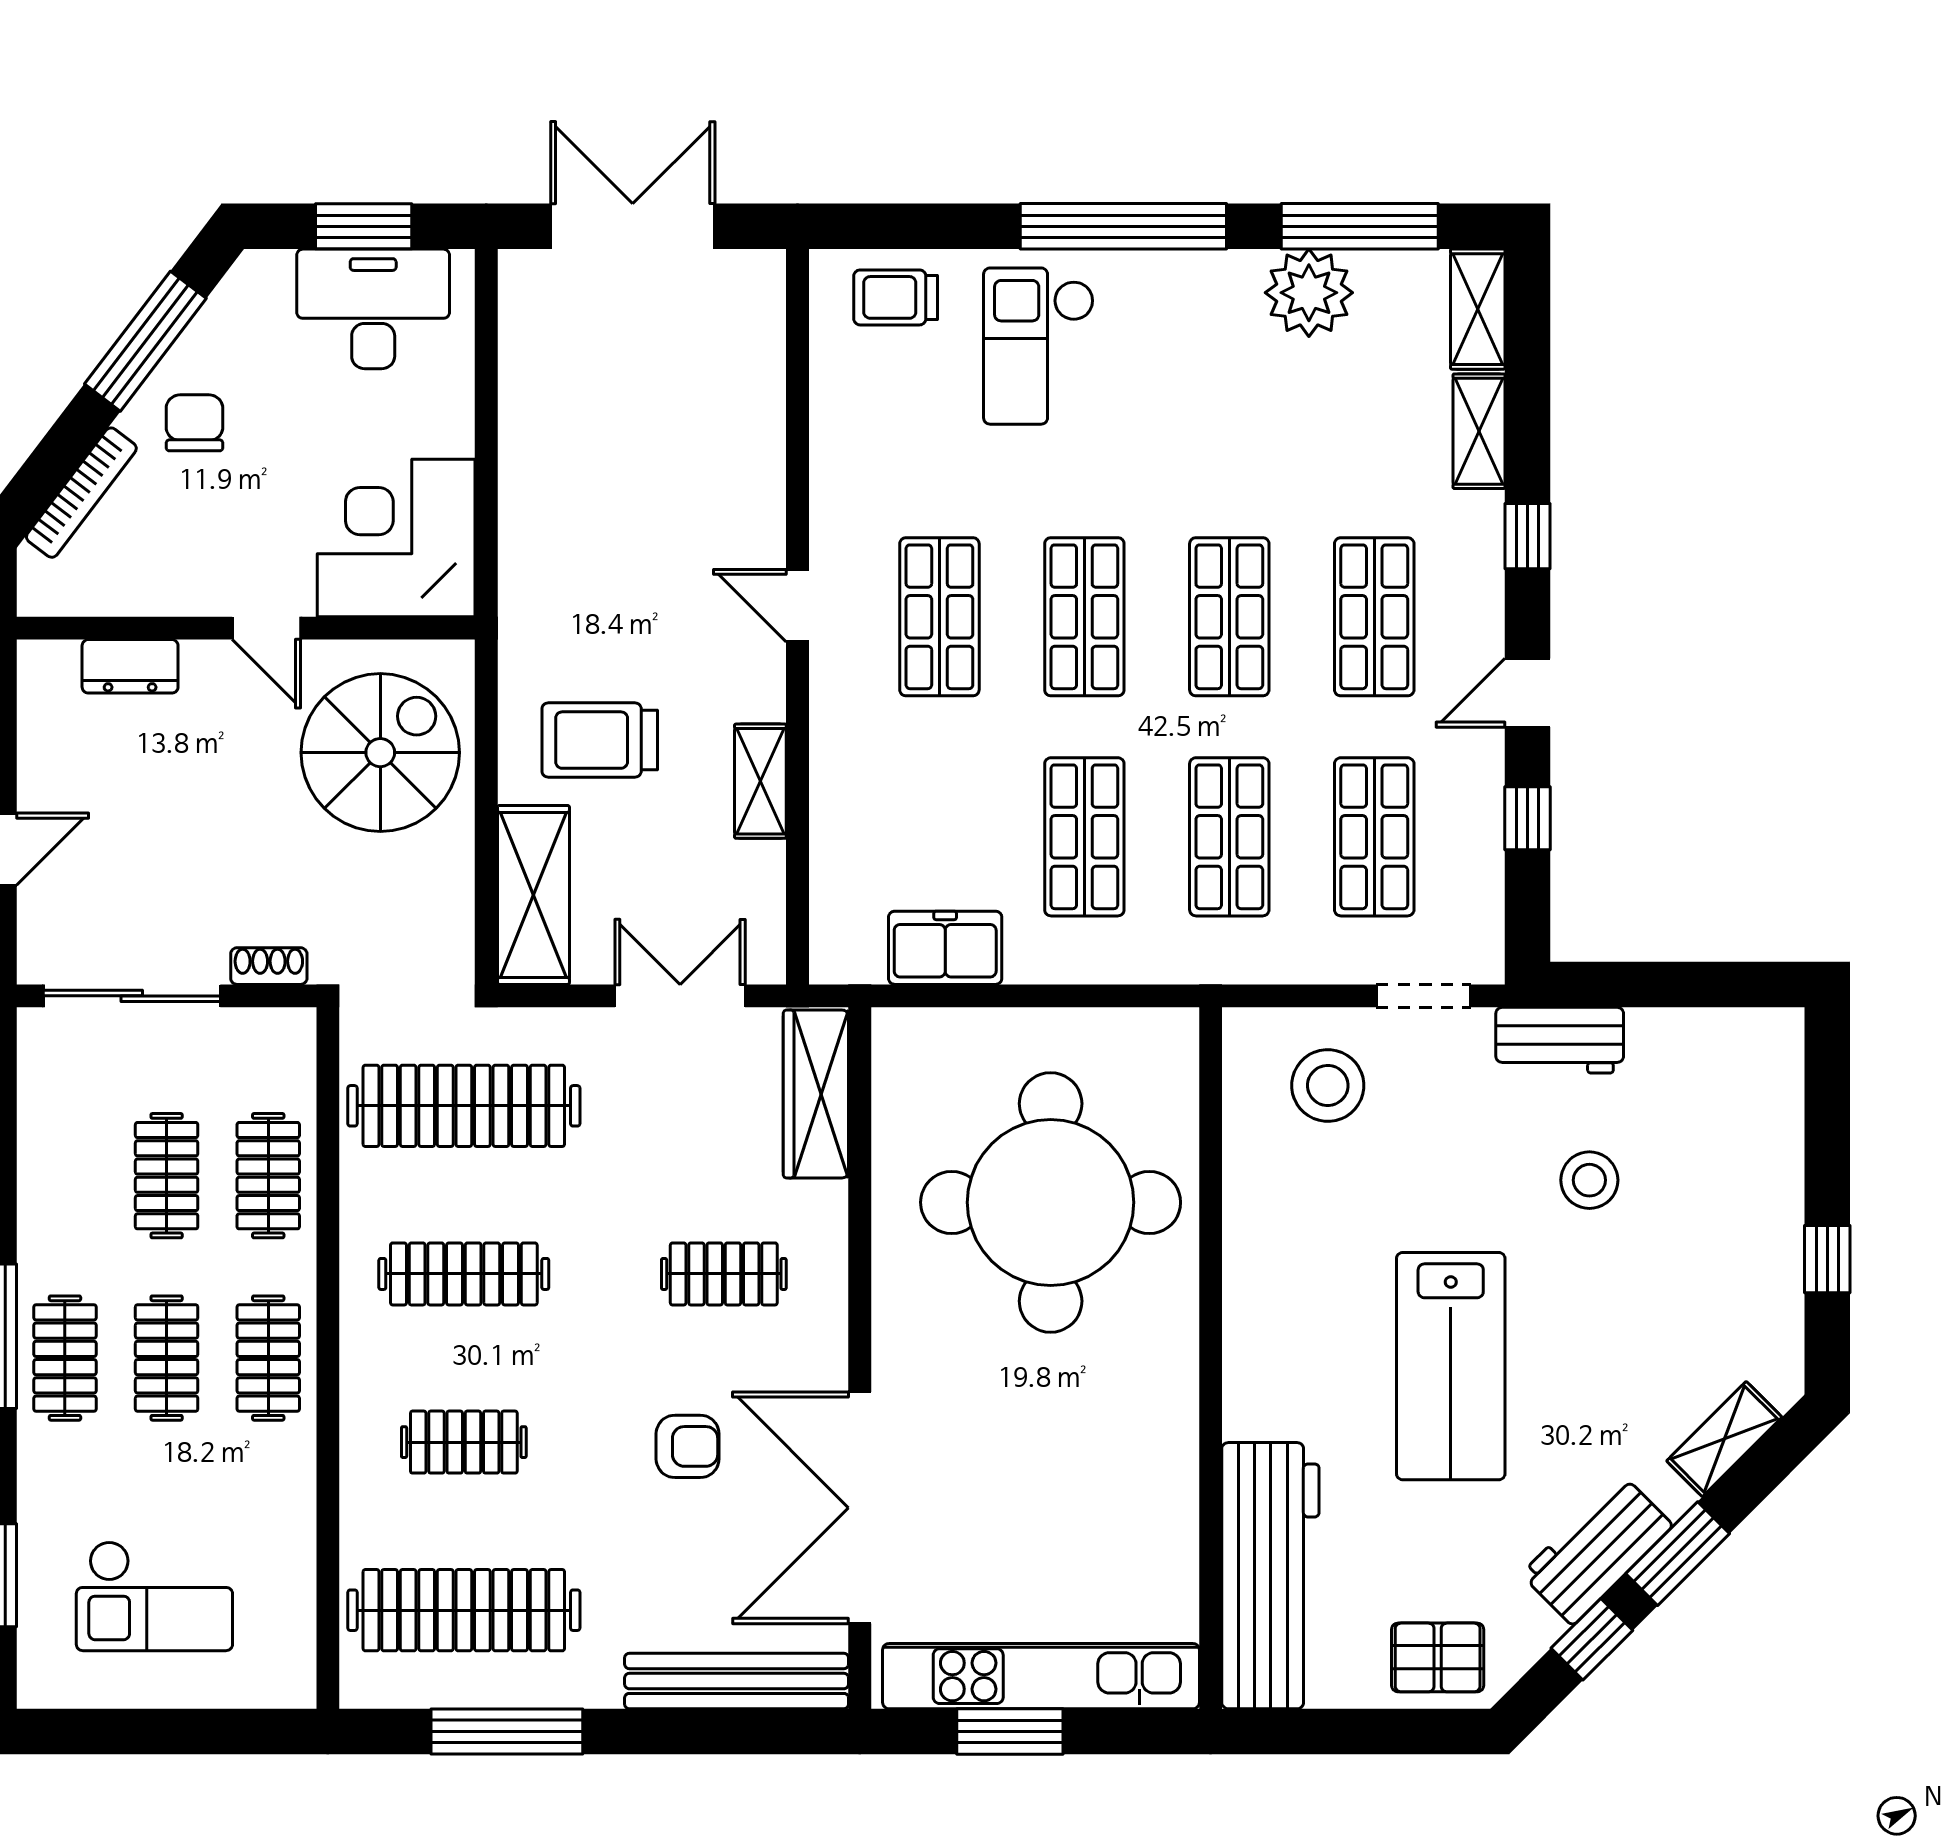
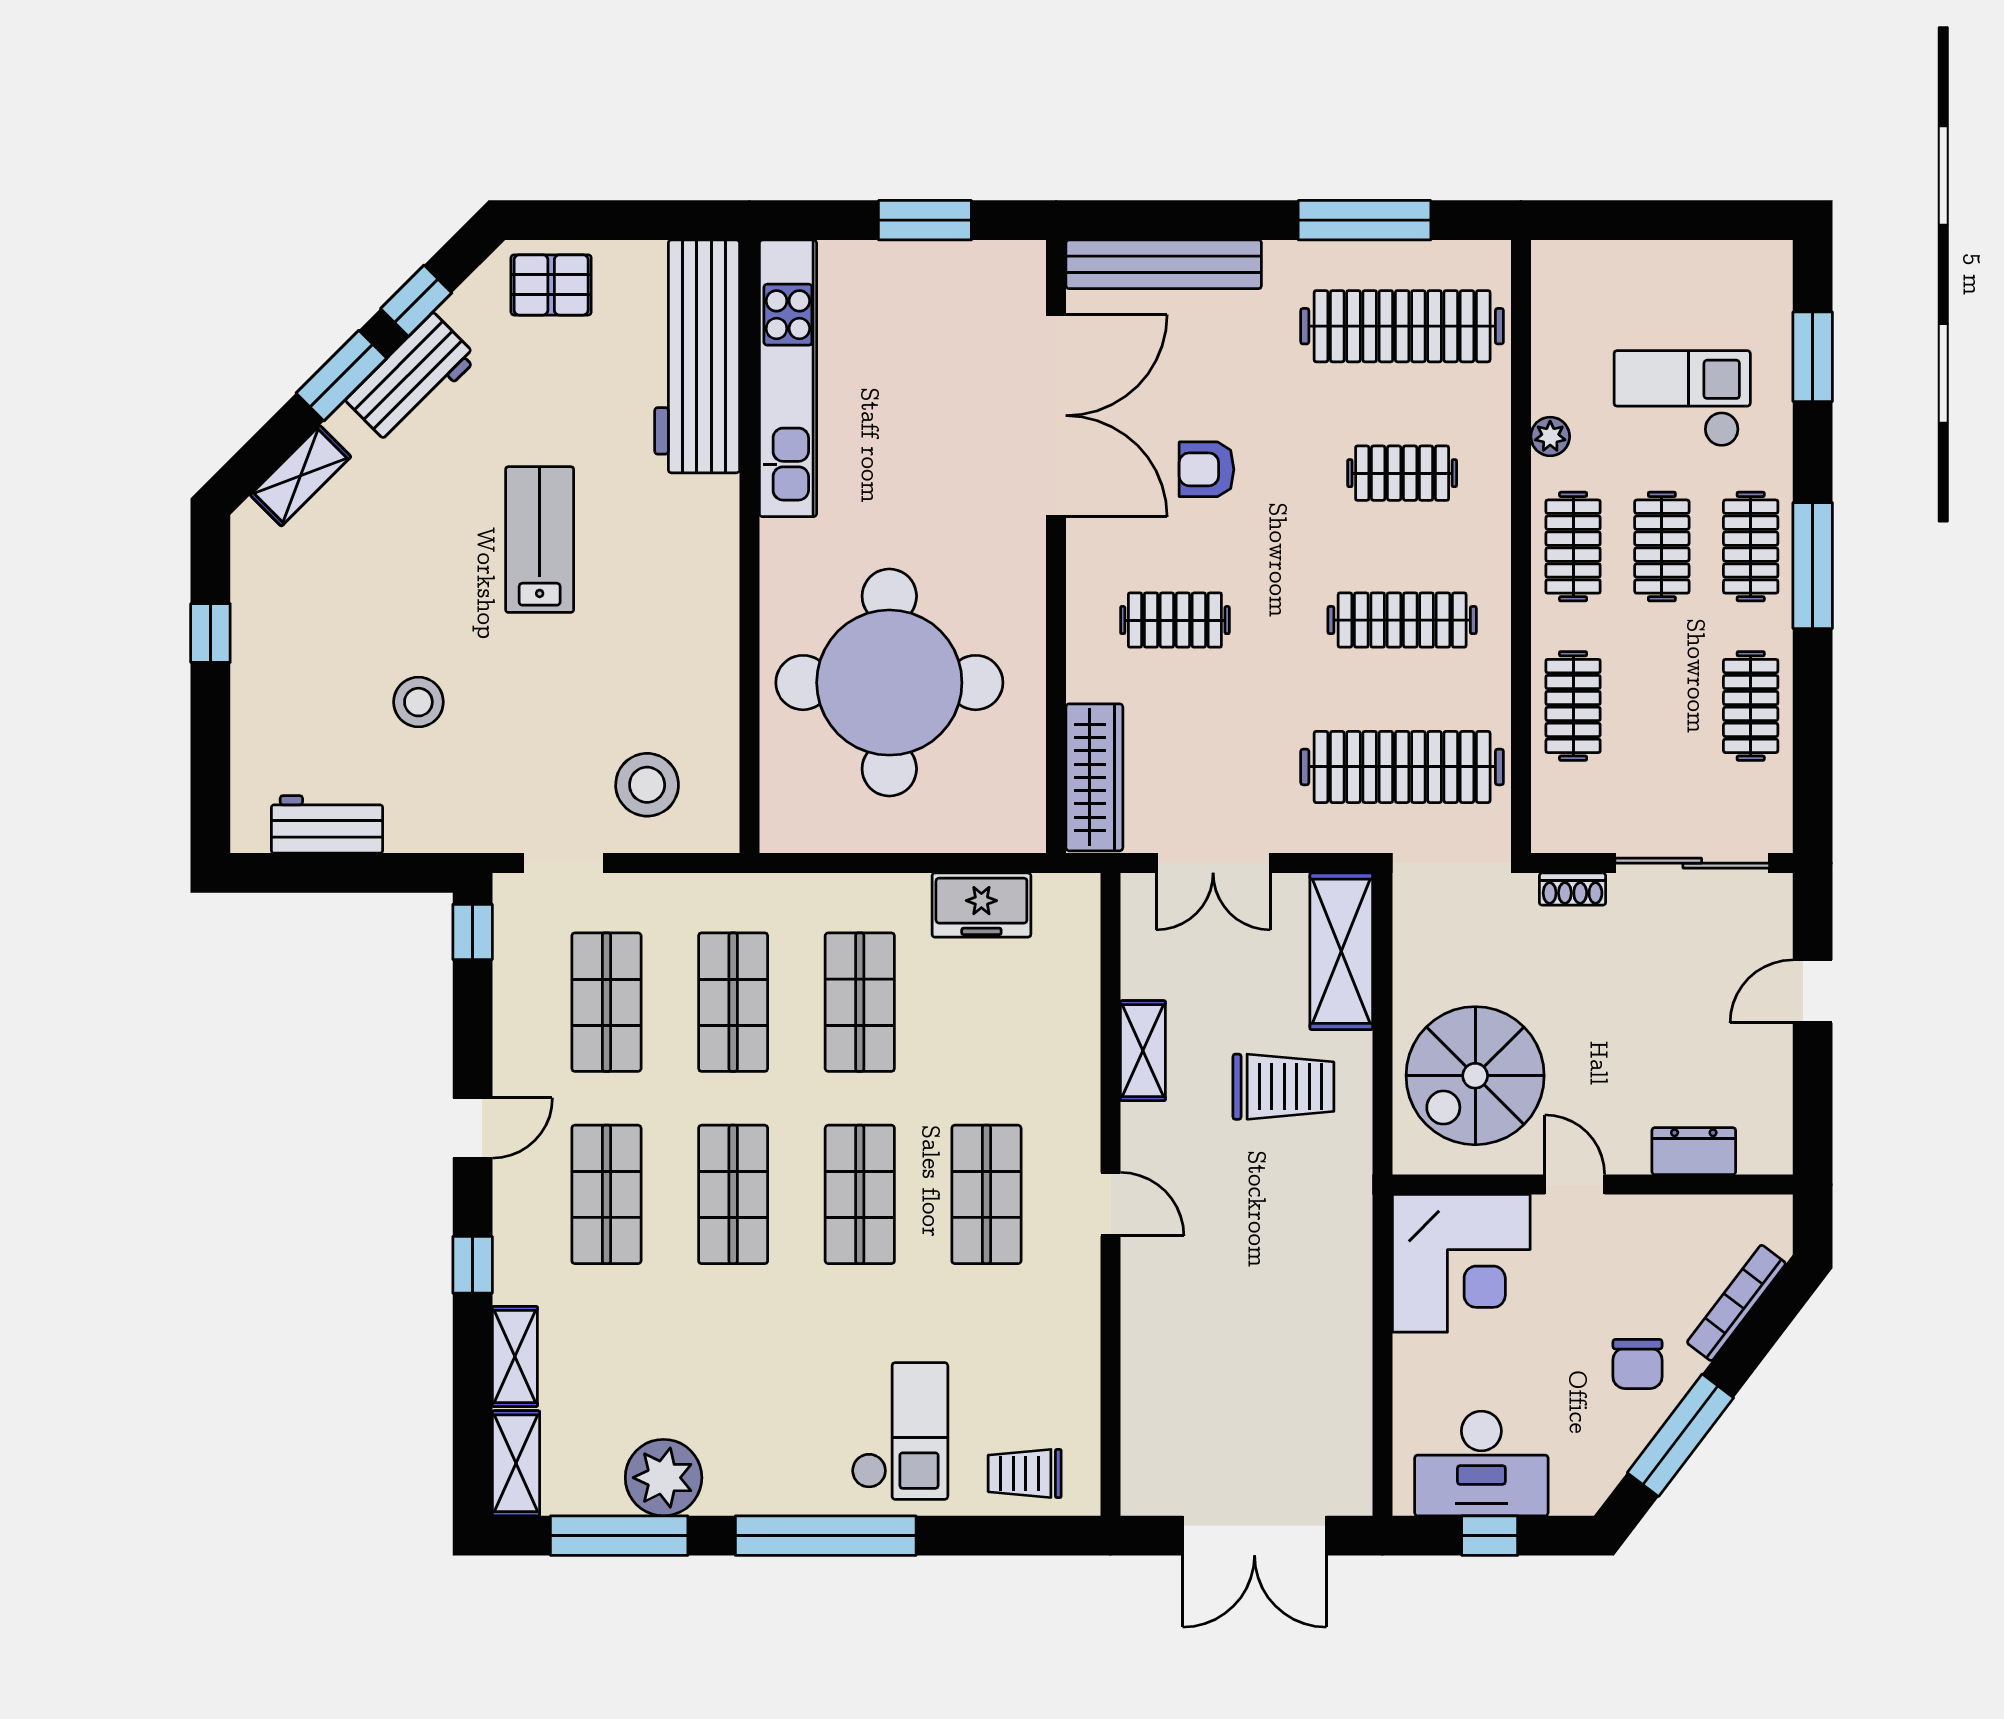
window: (364, 226) -> (1490, 1536), width x0.67
trolley: (896, 297) -> (1025, 1473), turned 180
window: (1527, 818) -> (473, 932), moved
workbench: (1560, 1040) -> (327, 824), moved
clothes rail: (167, 1176) -> (1751, 706), moved
lab bench: (1451, 1366) -> (540, 540), width x0.73, depth x0.72
plant: (294, 1484) -> (1550, 436), added
checkout: (154, 1596) -> (1682, 398), moved
kitchen unit: (1041, 1676) -> (788, 378), moved, turned -90

